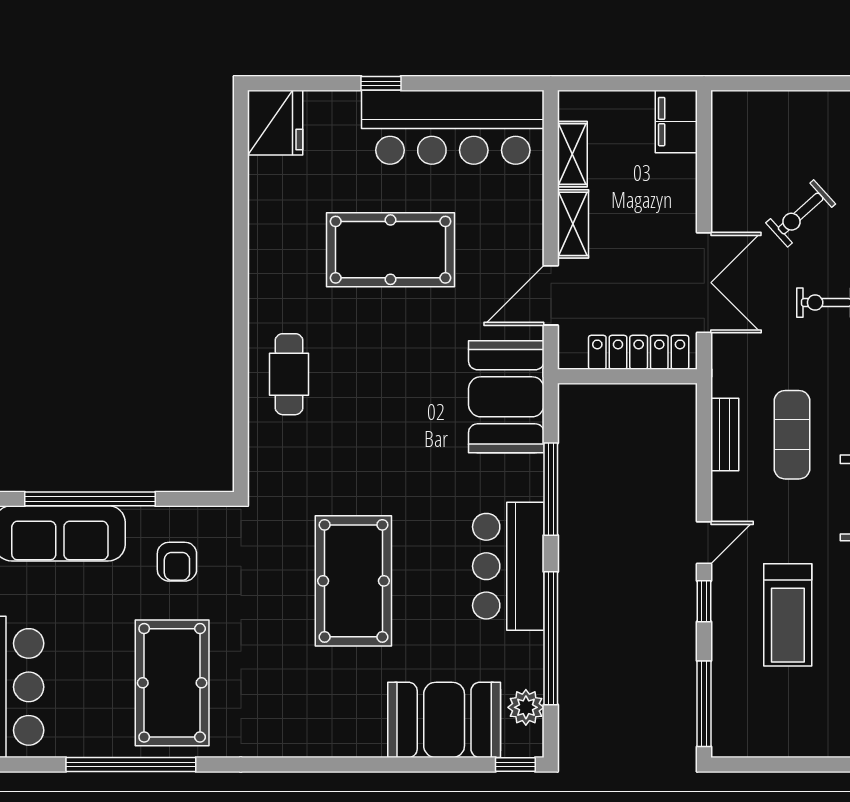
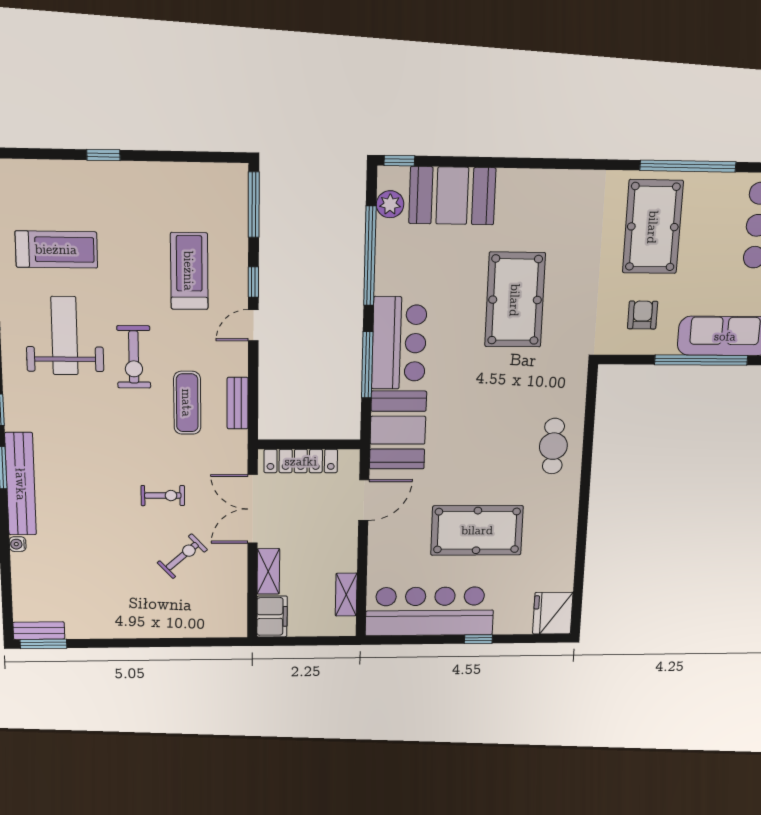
shelving: (573, 224) -> (268, 571), moved
bar counter: (508, 566) -> (399, 343), moved

